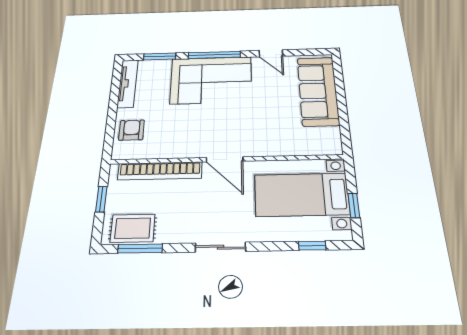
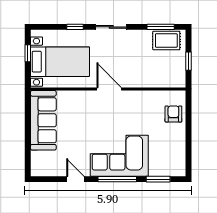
tv unit: (128, 83) -> (180, 155), removed
sofa: (318, 91) -> (43, 120), moved
armchair: (132, 130) -> (173, 114), turned 180
bookcase: (160, 171) -> (152, 81), removed
window: (312, 246) -> (75, 27), moved

